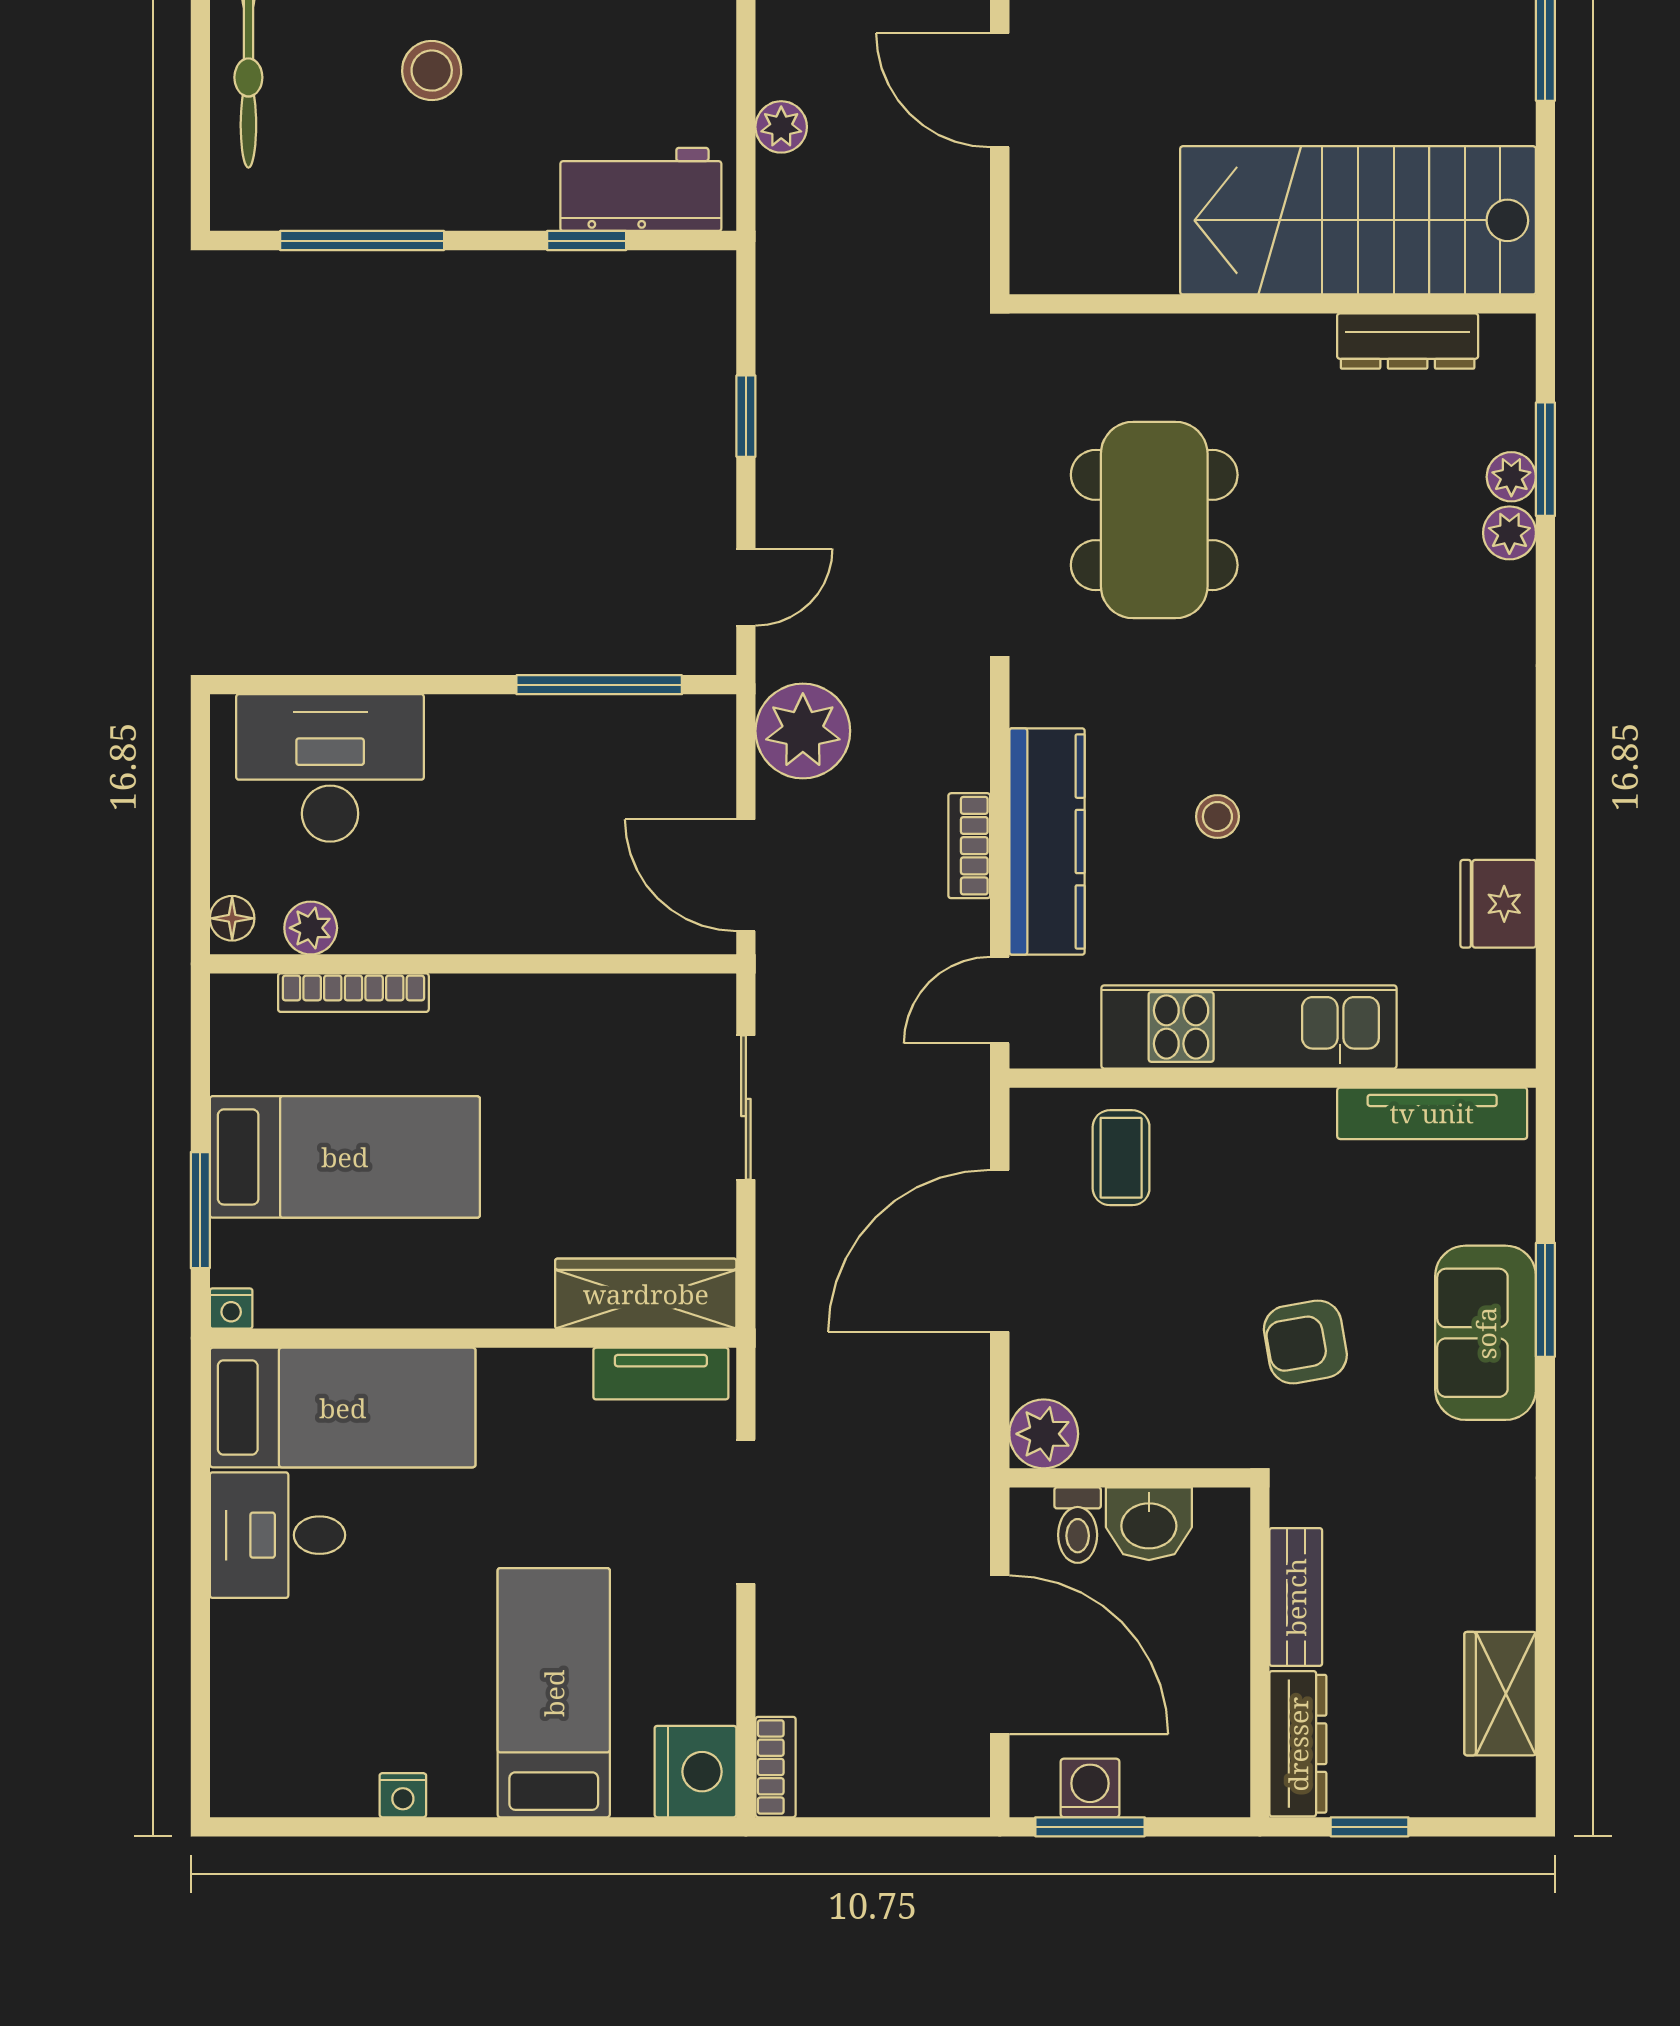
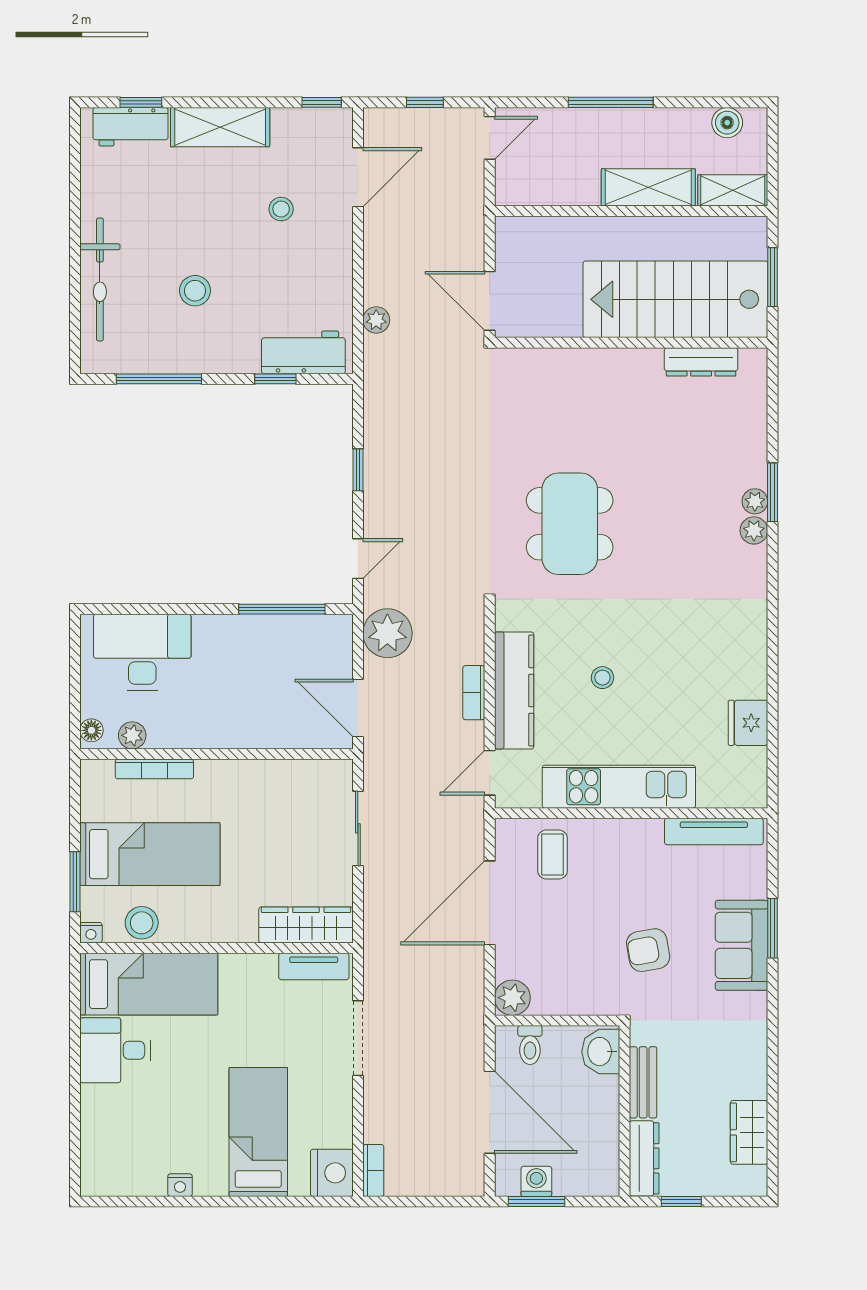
stairs: (1358, 220) -> (675, 299), moved
wall: (1273, 304) -> (631, 343), moved
dresser: (1408, 341) -> (701, 362), moved
stool: (329, 1289) -> (142, 923), added
washbasin: (1149, 1524) -> (601, 1052), moved, turned 90

